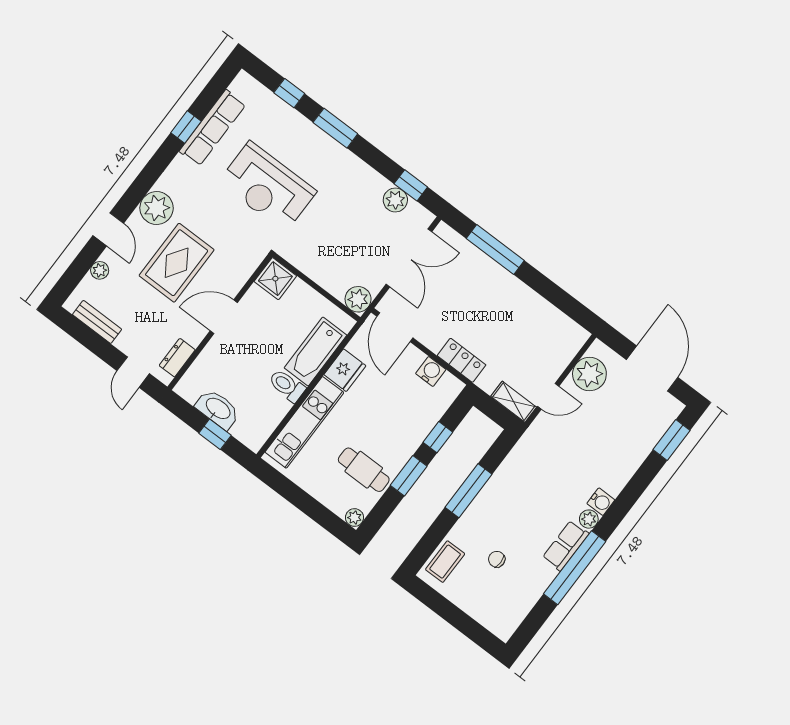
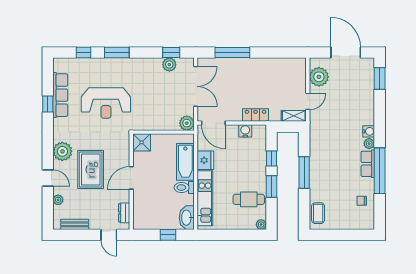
washbasin: (218, 409) -> (187, 218), moved, turned -90
chair: (497, 559) -> (362, 201), moved

